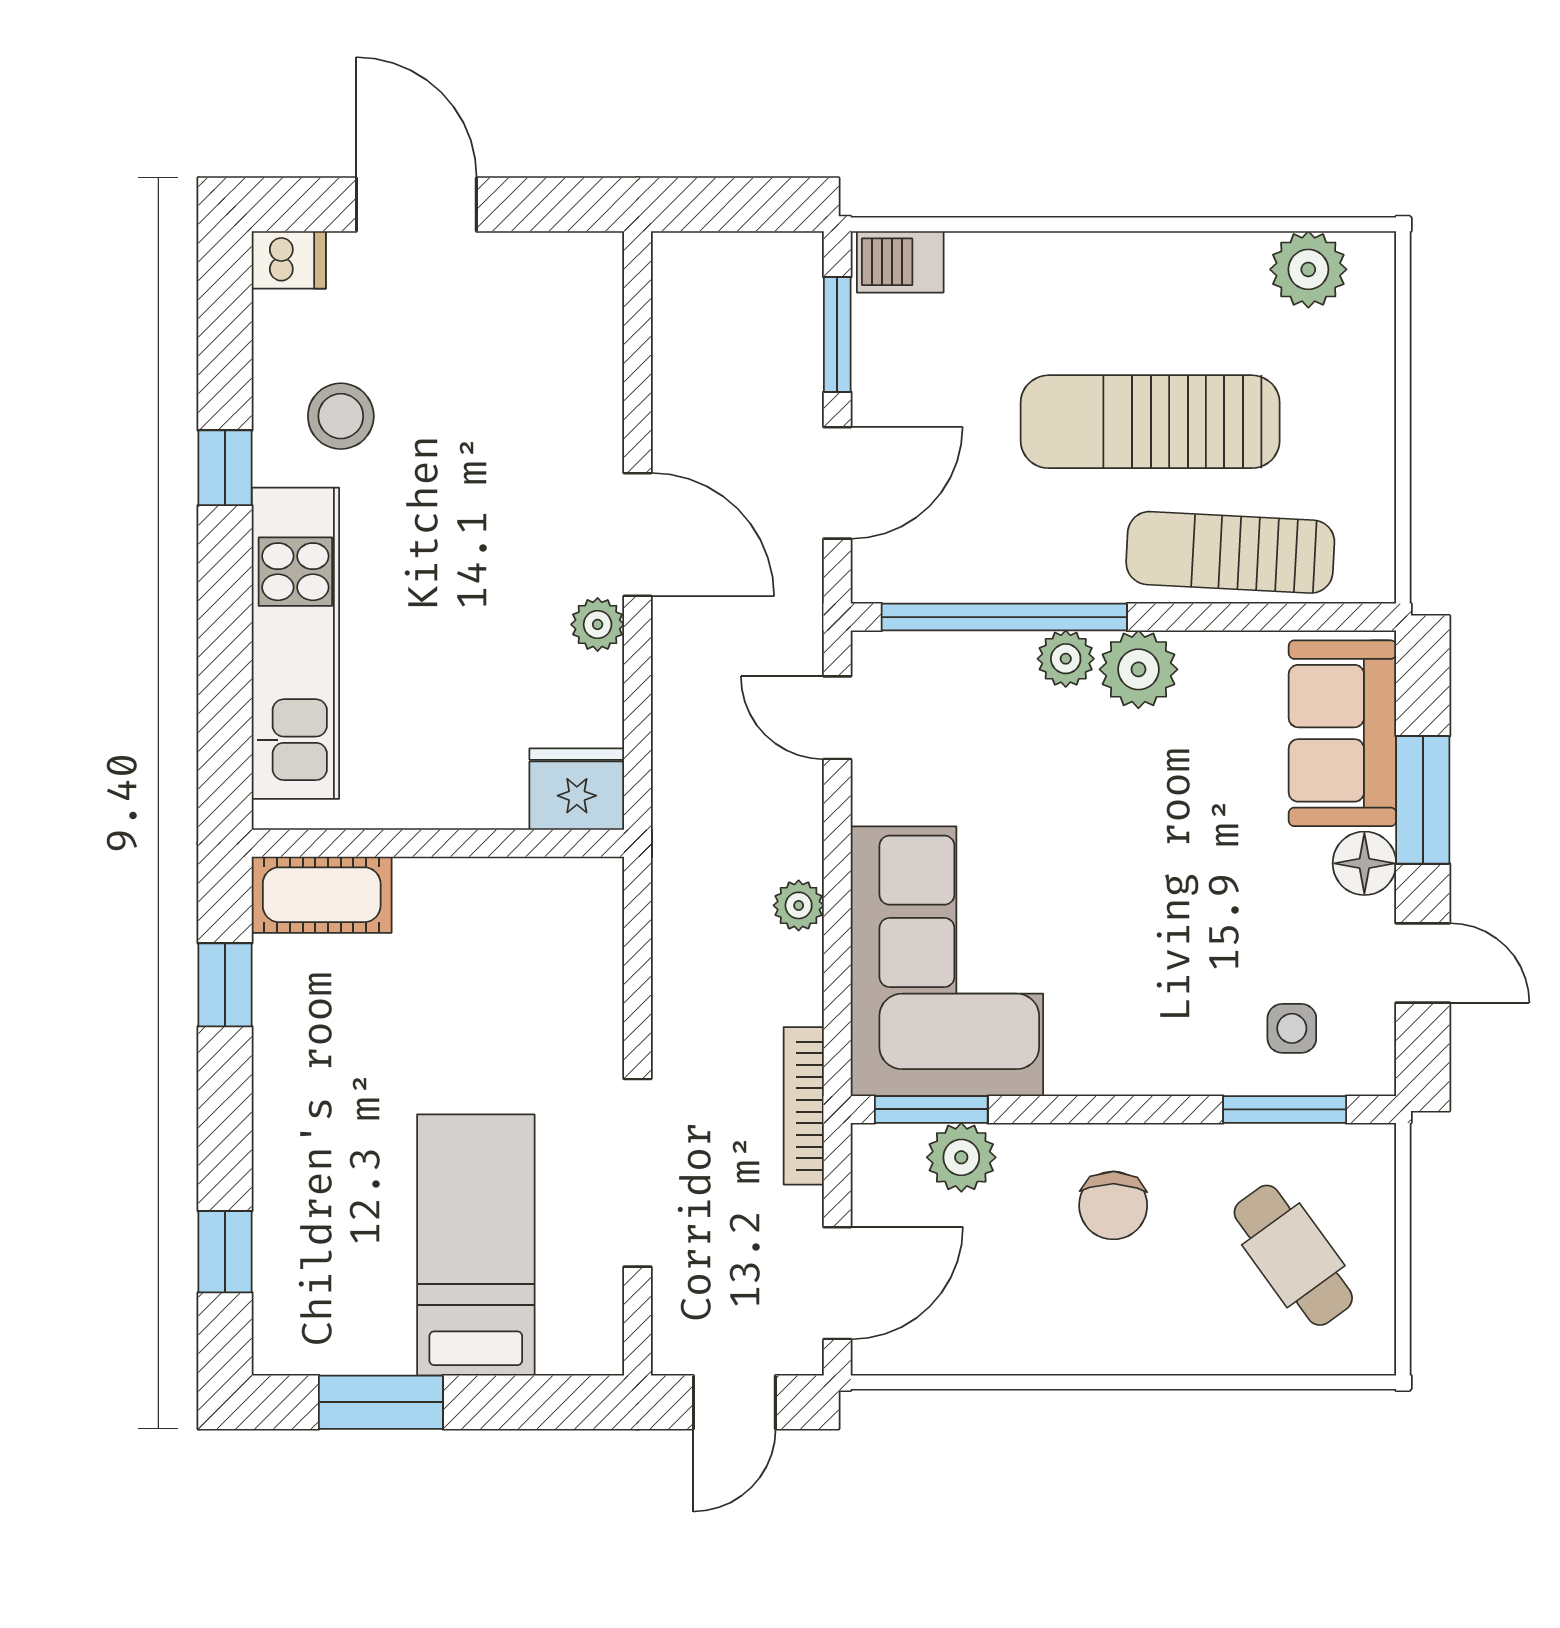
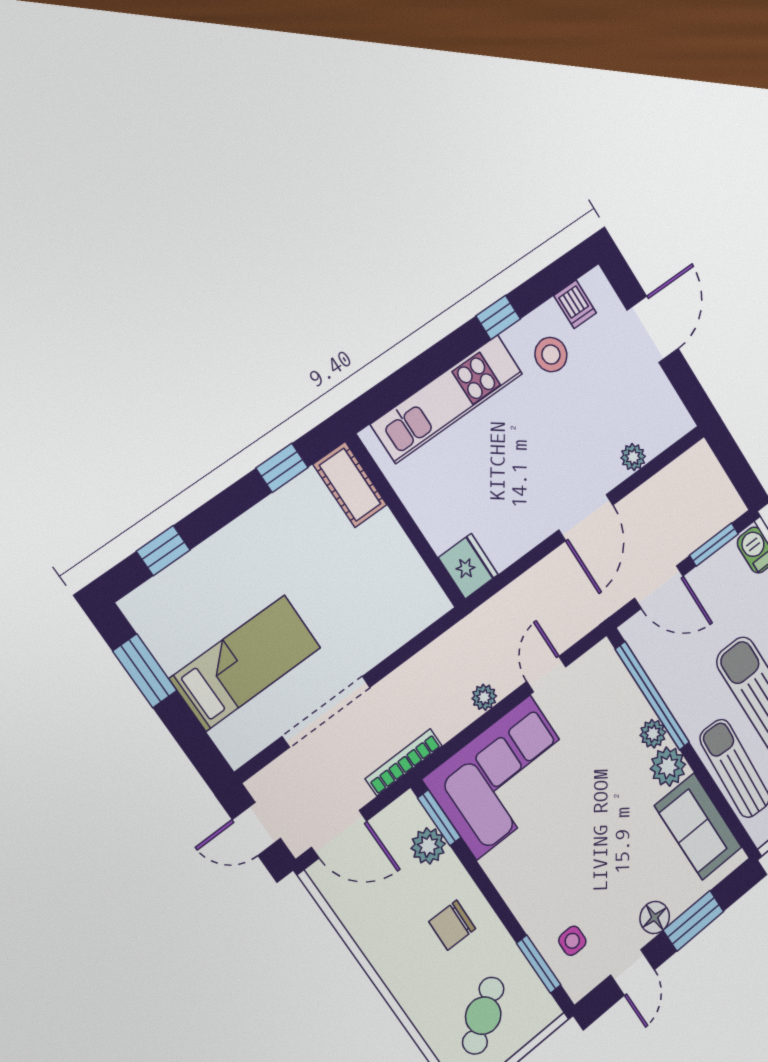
dishwasher: (289, 260) -> (575, 304), moved
plant: (598, 624) -> (633, 457), moved
door: (837, 718) -> (546, 674), moved
sofa: (1342, 733) -> (698, 827), moved, turned -90

